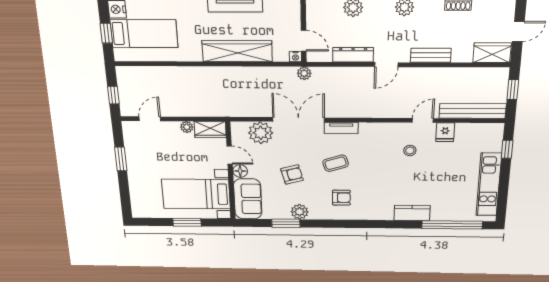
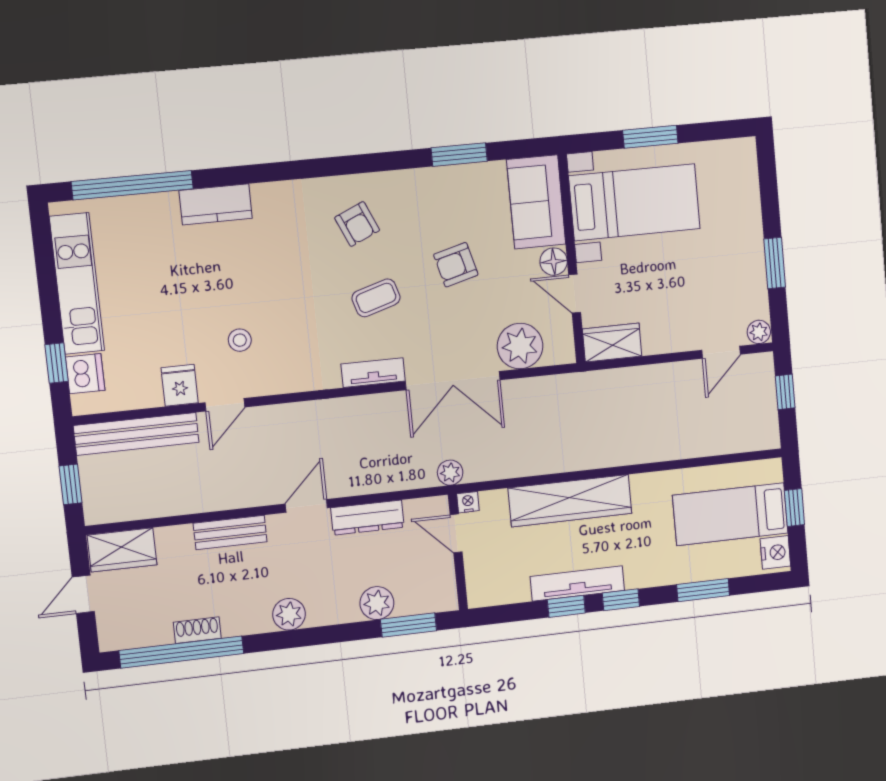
plant: (187, 127) -> (759, 332), moved
dishwasher: (493, 143) -> (85, 374), added
armchair: (341, 198) -> (357, 224), turned -114
plant: (300, 212) -> (435, 184), removed

